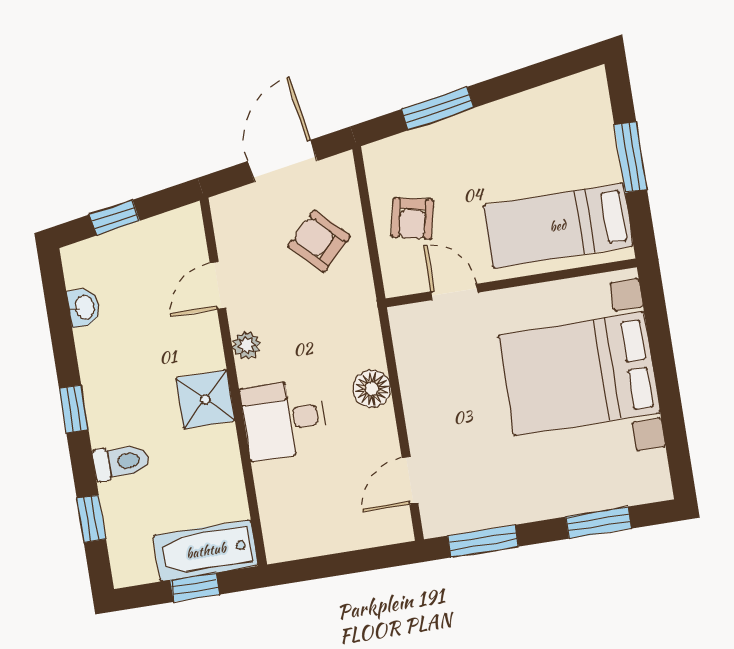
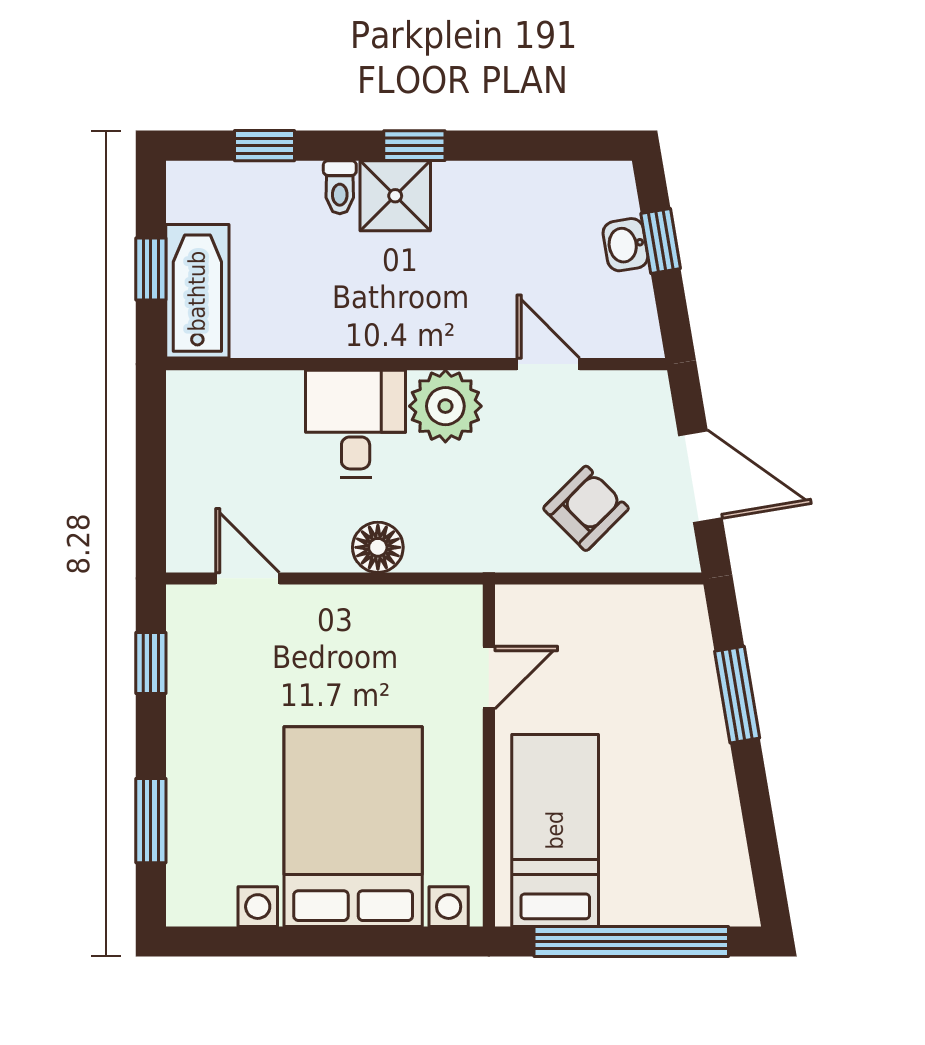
window: (631, 157) -> (631, 942), width x2.11
armchair: (412, 218) -> (596, 638), removed
washbasin: (84, 307) -> (625, 245), moved, turned 80
plant: (246, 345) -> (445, 406), width x1.87, depth x1.87
shower: (205, 399) -> (395, 196), moved
toilet: (121, 462) -> (340, 187), width x0.73, depth x0.72
window: (483, 541) -> (151, 663), width x0.67

